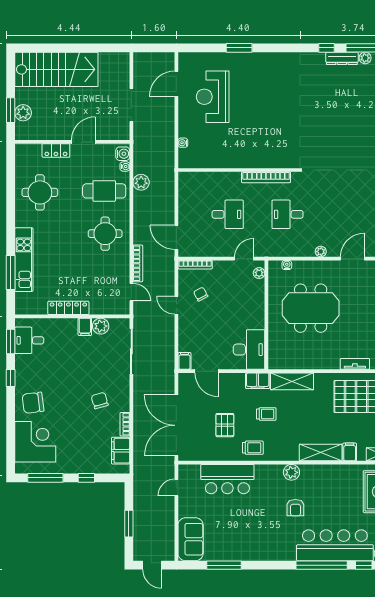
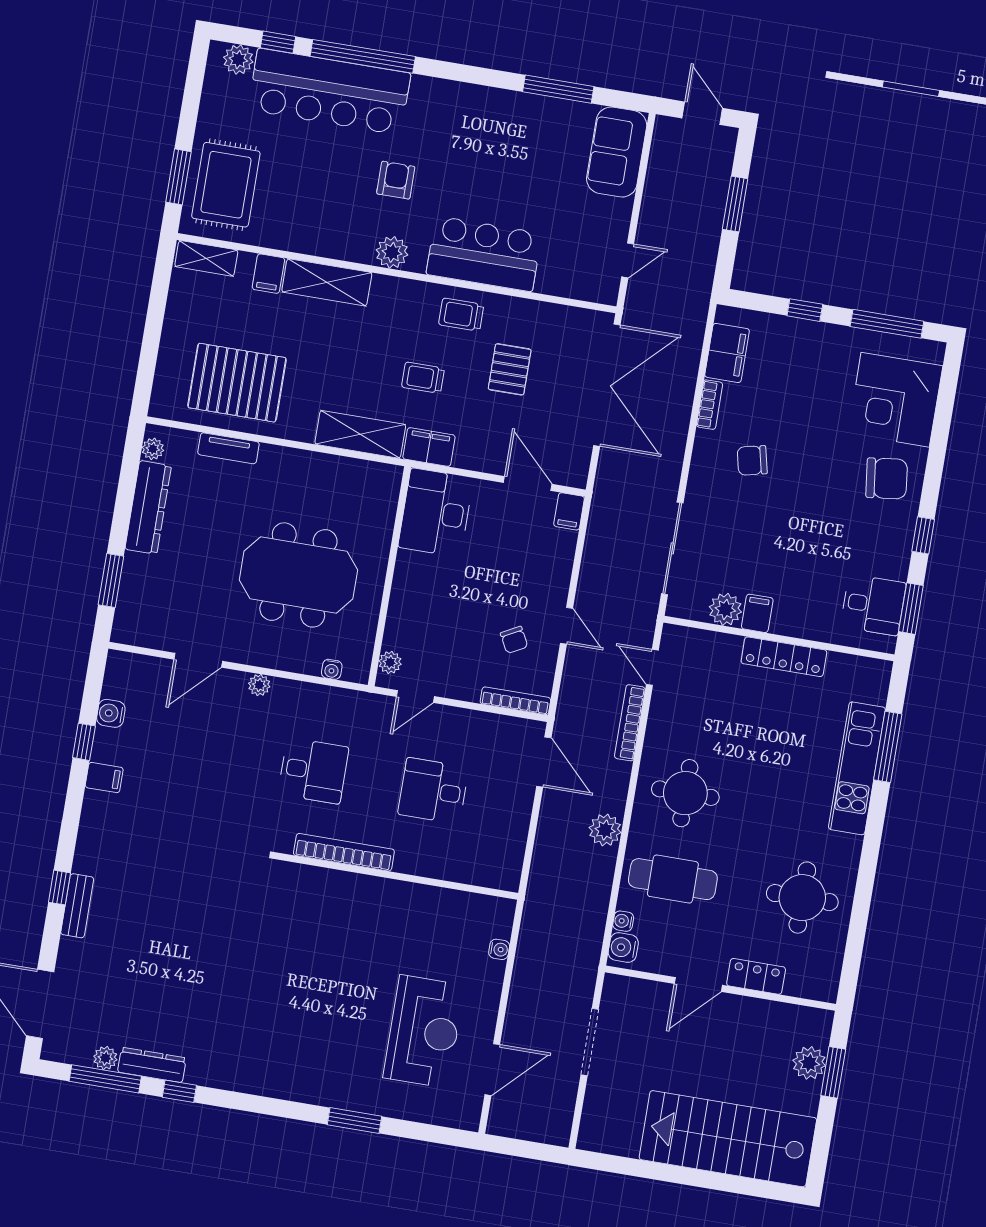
plant: (141, 182) -> (605, 830), moved
chair: (100, 401) -> (752, 460), turned 93
bar counter: (227, 479) -> (484, 254), moved

